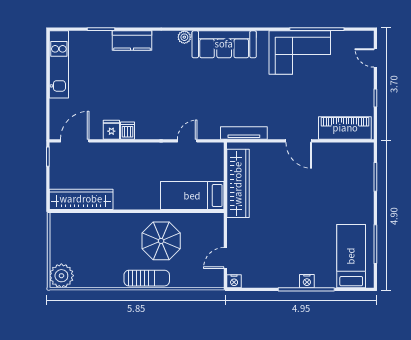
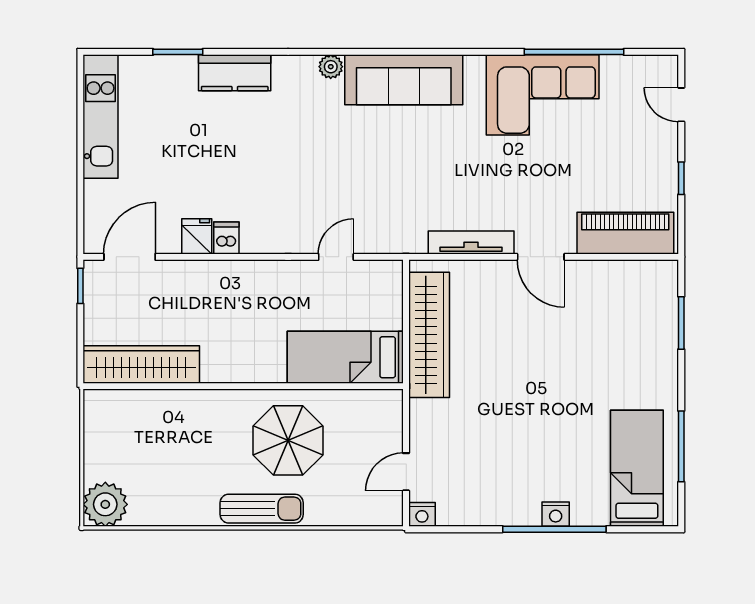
tv unit: (244, 133) -> (471, 243), moved

